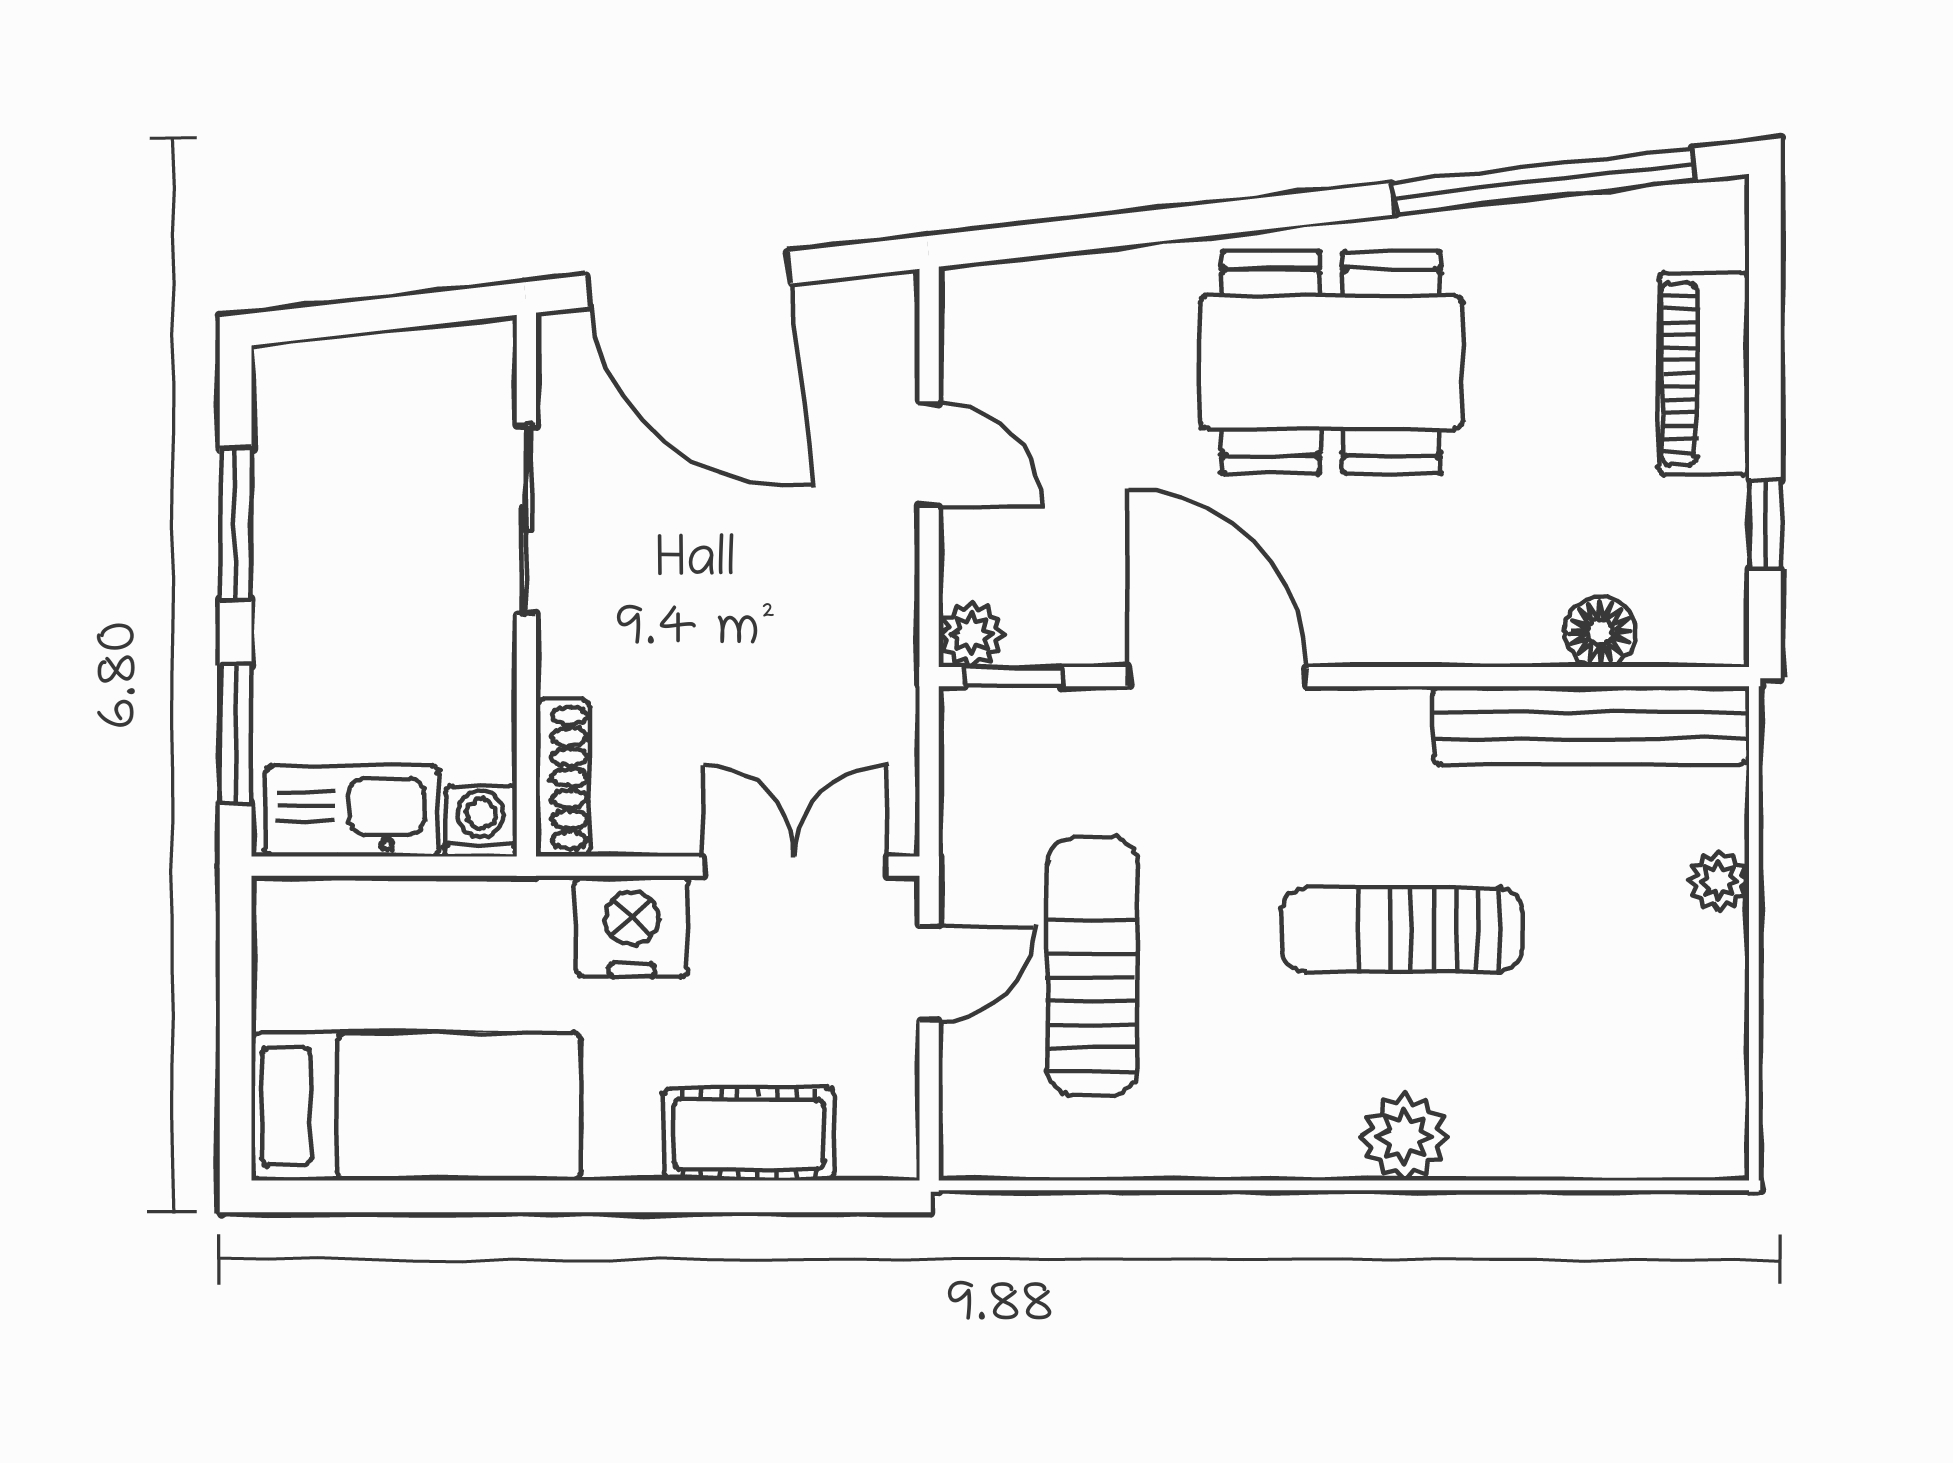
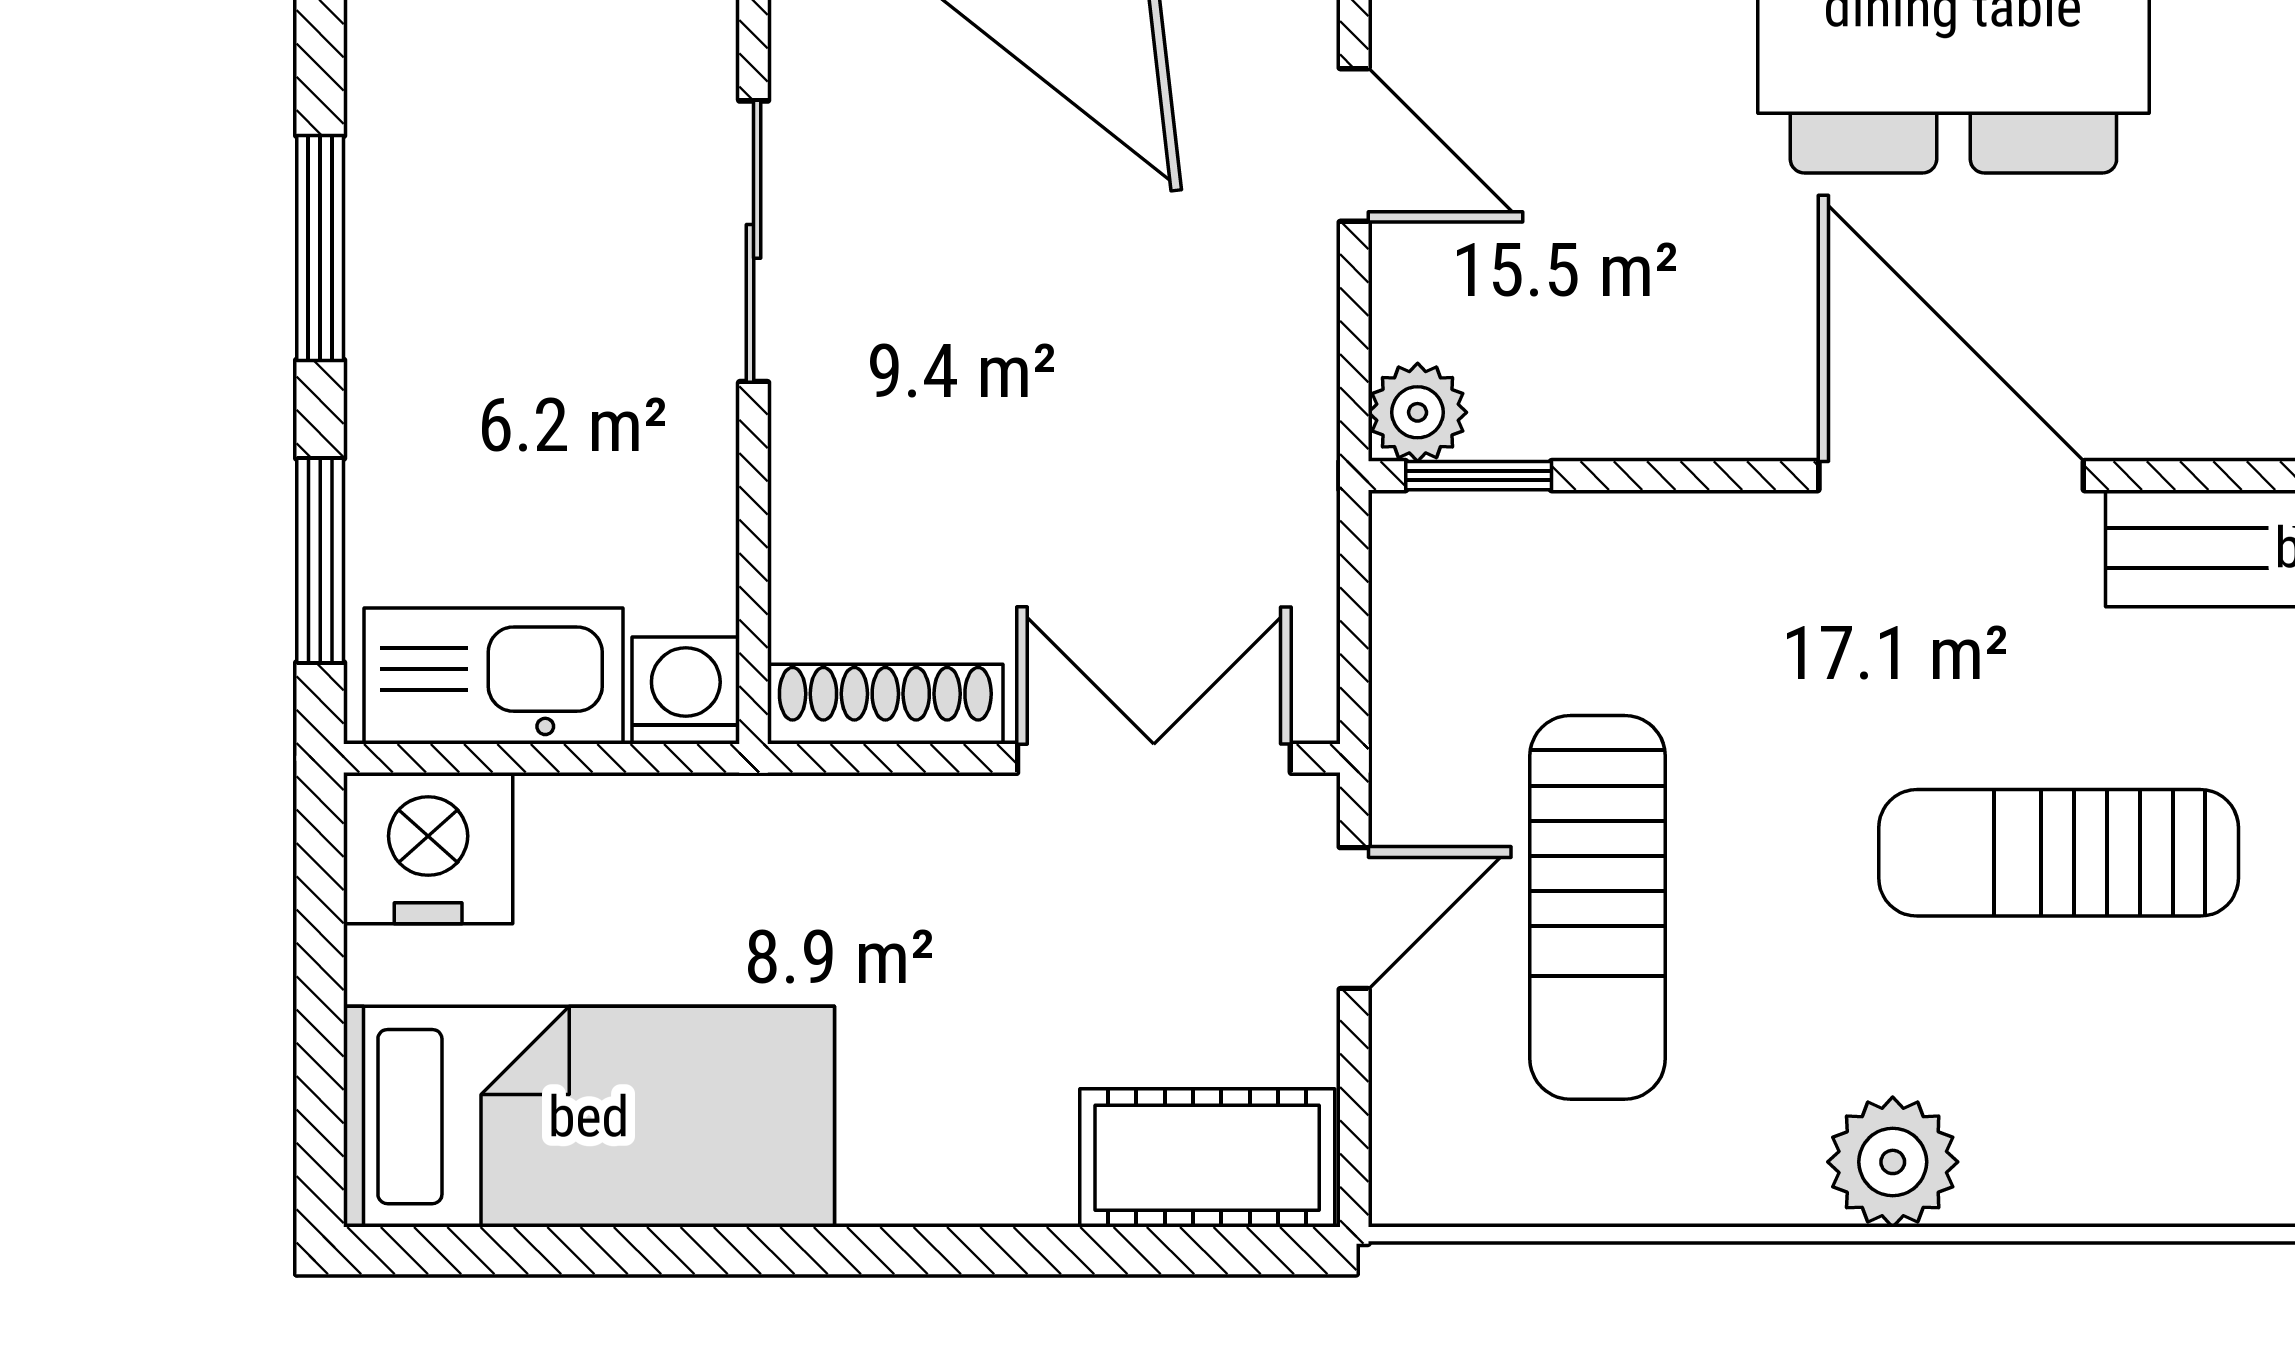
door: (1217, 677) -> (1951, 476), moved
shoe rack: (563, 778) -> (885, 704), moved, turned -90
nightstand: (632, 927) -> (428, 848), moved
sun lounger: (1092, 966) -> (1598, 907), turned 180
cot: (749, 1134) -> (1207, 1158), moved
plant: (1405, 1137) -> (1893, 1162), moved

